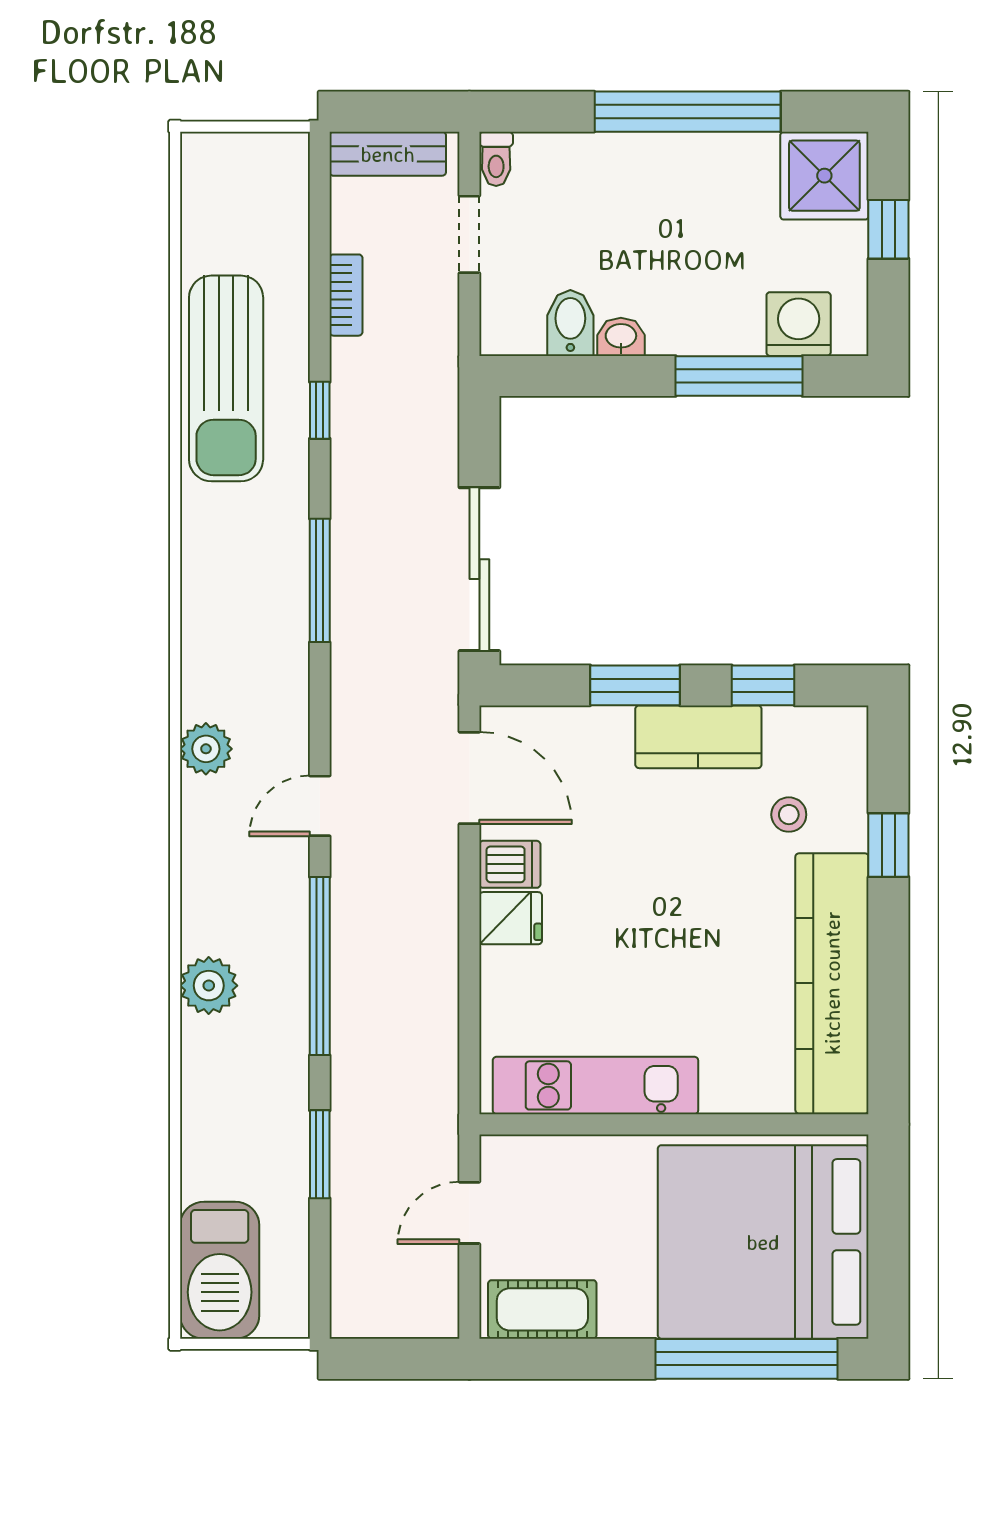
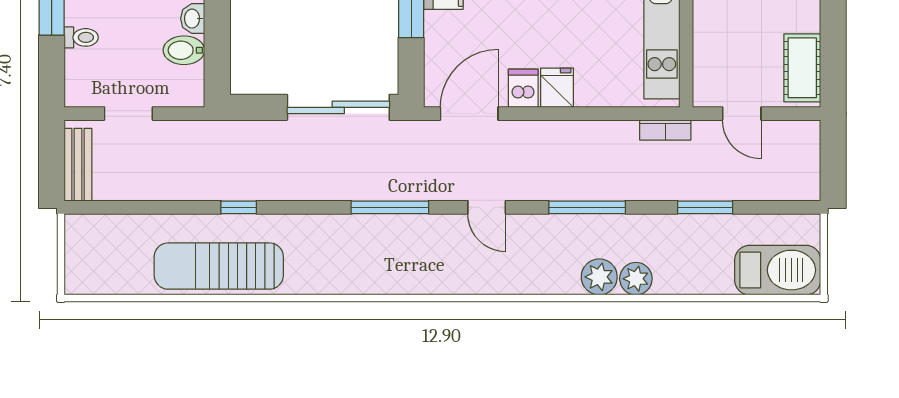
toilet: (496, 159) -> (81, 37), moved
bookcase: (346, 295) -> (665, 130), moved, turned 180
sun lounger: (226, 378) -> (219, 266), turned 180
window: (320, 580) -> (390, 207), moved
plant: (206, 749) -> (636, 279), moved
window: (320, 966) -> (587, 207), width x0.68

